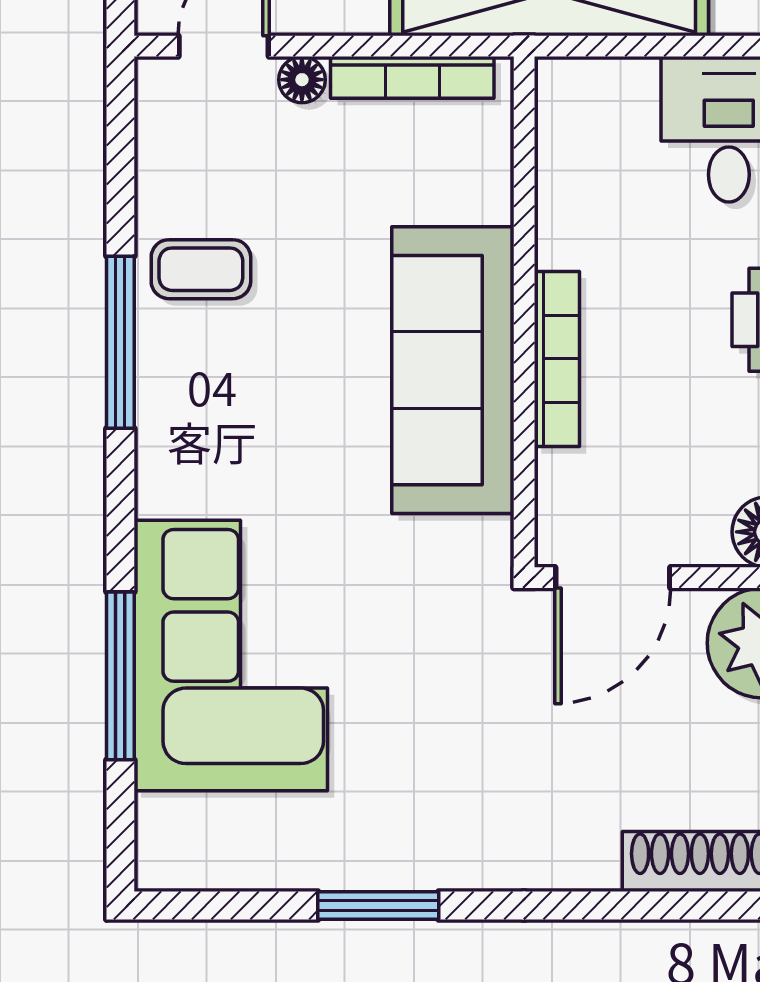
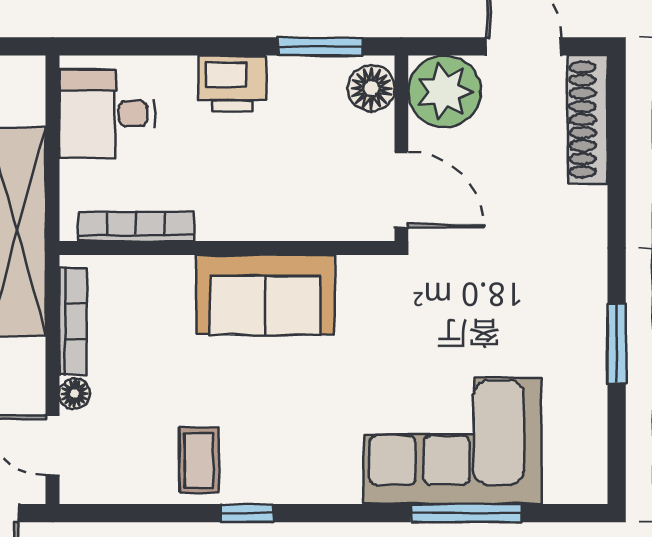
window: (120, 342) -> (247, 513), width x0.46
bookcase: (557, 359) -> (136, 226), moved
sofa: (453, 370) -> (265, 295), width x0.73

